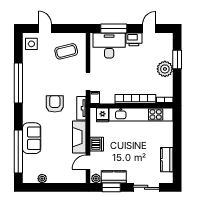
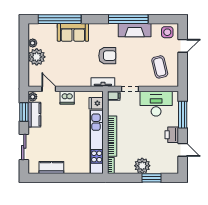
desk: (109, 45) -> (156, 104), moved, turned -90
fireplace: (79, 137) -> (135, 30), moved, turned 180
plant: (56, 174) -> (37, 57), added

